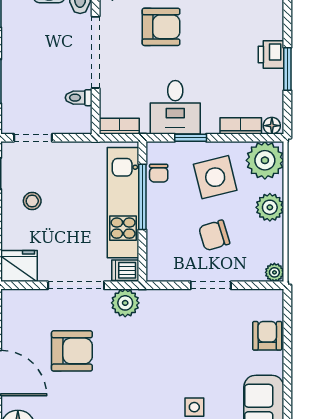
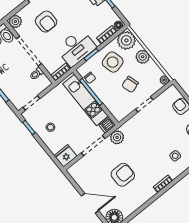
armchair: (161, 27) -> (46, 22), turned 90
desk: (175, 107) -> (76, 48), width x1.37
armchair: (72, 351) -> (123, 175), moved

